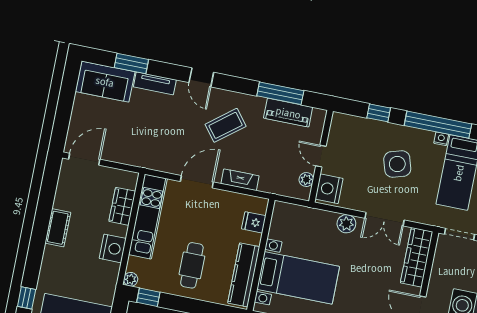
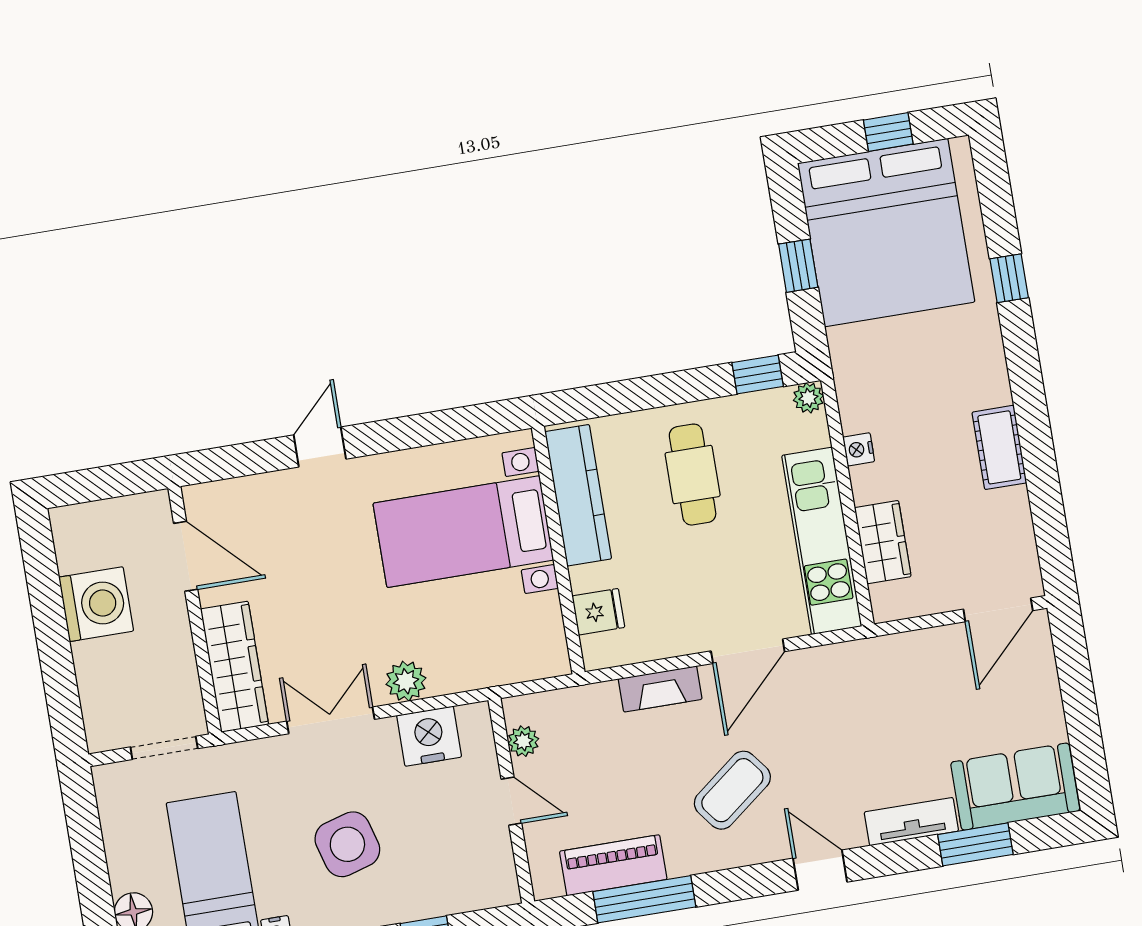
nightstand: (329, 189) -> (429, 736), moved, turned -90
nightstand: (113, 248) -> (859, 449), width x0.53, depth x0.56

